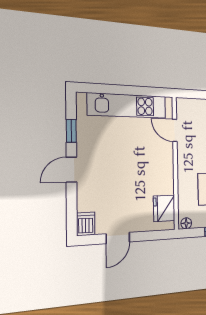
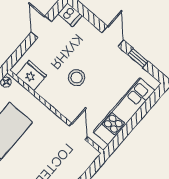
door: (175, 130) -> (78, 131), hinge flipped
stool: (134, 170) -> (77, 78), added

